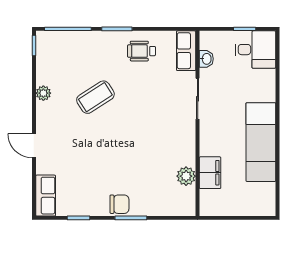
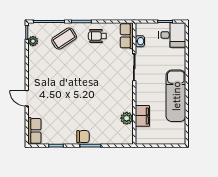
plant: (43, 93) -> (33, 41), moved
coffee table: (95, 97) -> (64, 39), moved

